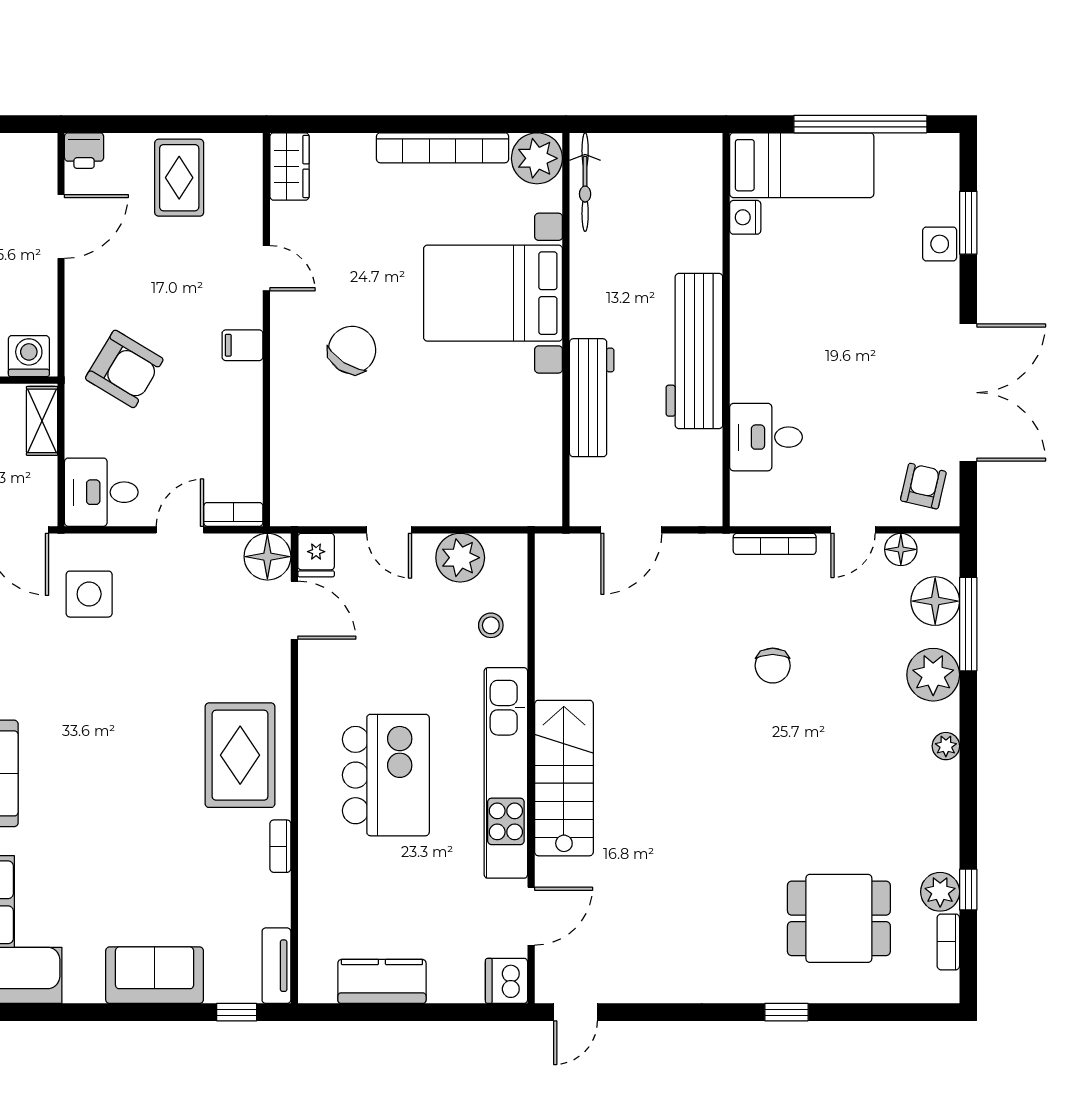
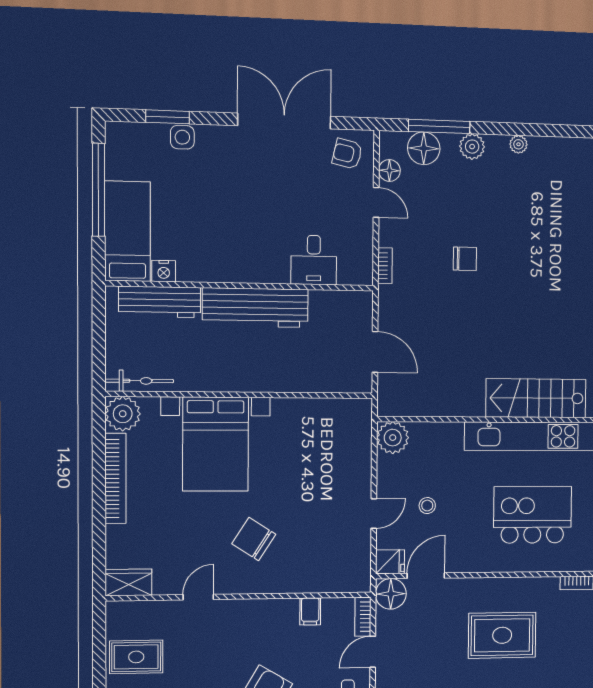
filing cabinet: (243, 345) -> (310, 611), moved
workbench: (592, 398) -> (160, 302), moved, turned 180
door: (180, 530) -> (373, 652), hinge flipped
bookcase: (775, 544) -> (385, 266), width x0.64
plant: (460, 558) -> (393, 438), moved
stool: (491, 625) -> (427, 506), moved
plant: (933, 675) -> (472, 147), width x0.73, depth x0.73
rug: (240, 755) -> (502, 635), moved

